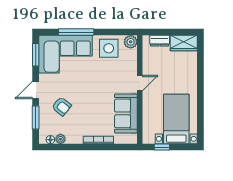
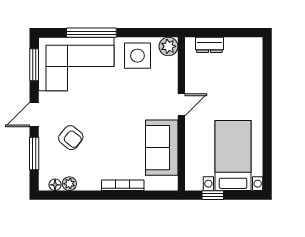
wardrobe: (184, 43) -> (244, 48), removed

